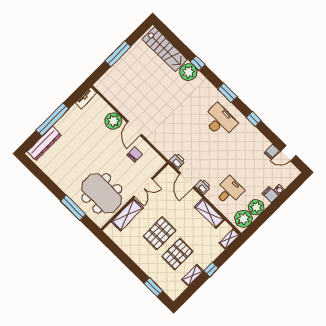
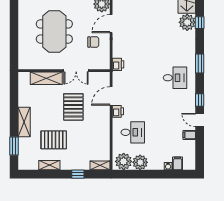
desk: (220, 121) -> (175, 78), width x0.73
door: (288, 153) -> (200, 120), moved
printer: (177, 161) -> (118, 64), moved
meeting table: (102, 193) -> (54, 31), moved
filing cabinet: (270, 195) -> (178, 163), moved
window: (73, 208) -> (14, 36), removed
shelving: (209, 213) -> (24, 122), moved
pallet: (160, 233) -> (73, 107), moved, turned 90
window: (211, 270) -> (78, 174), moved

